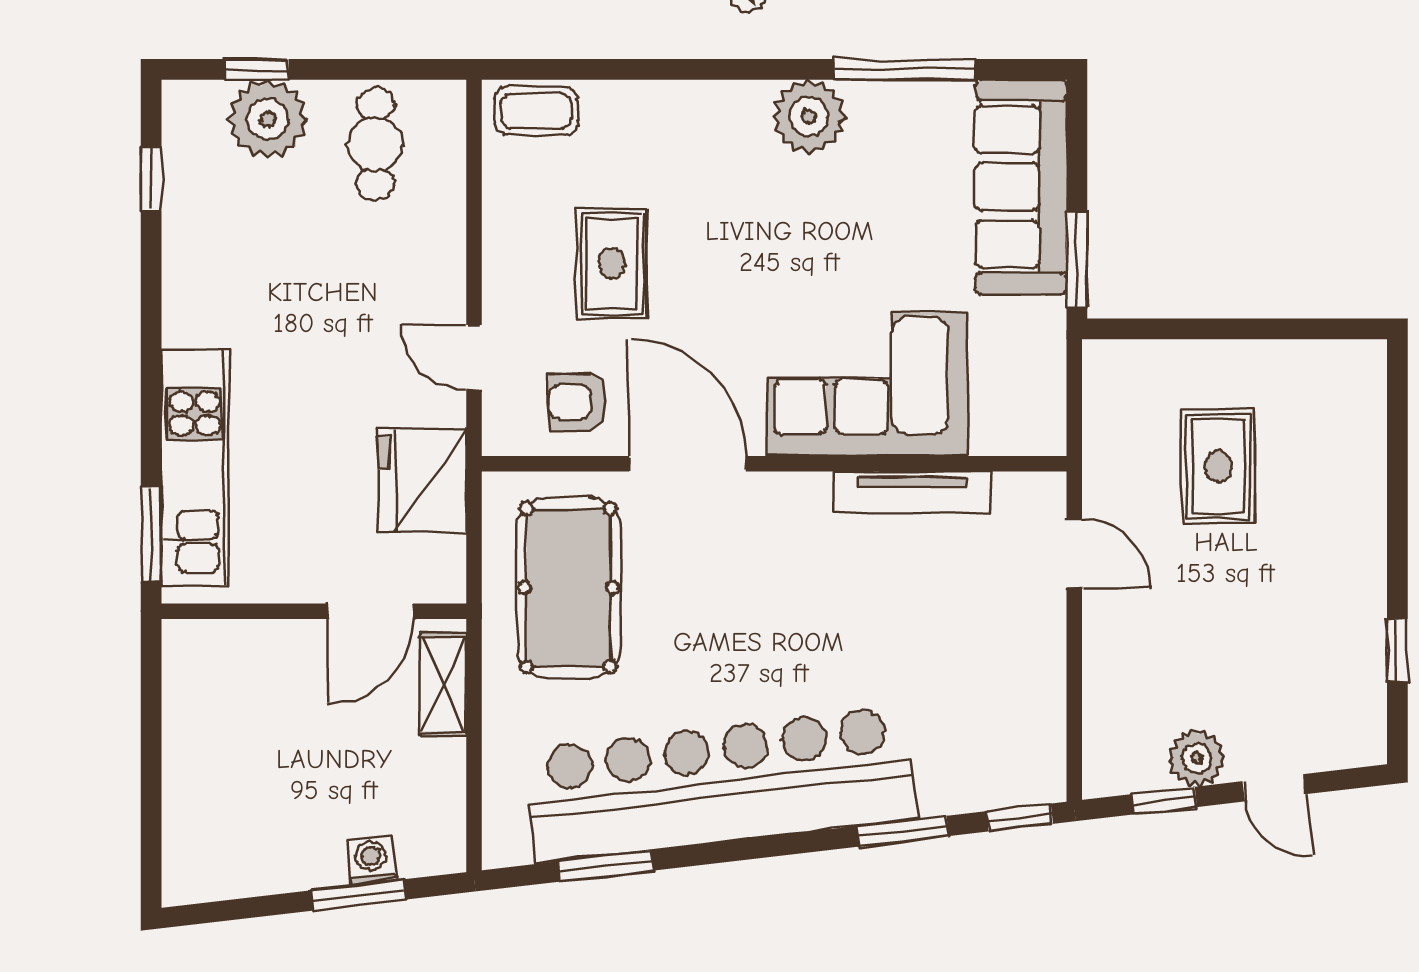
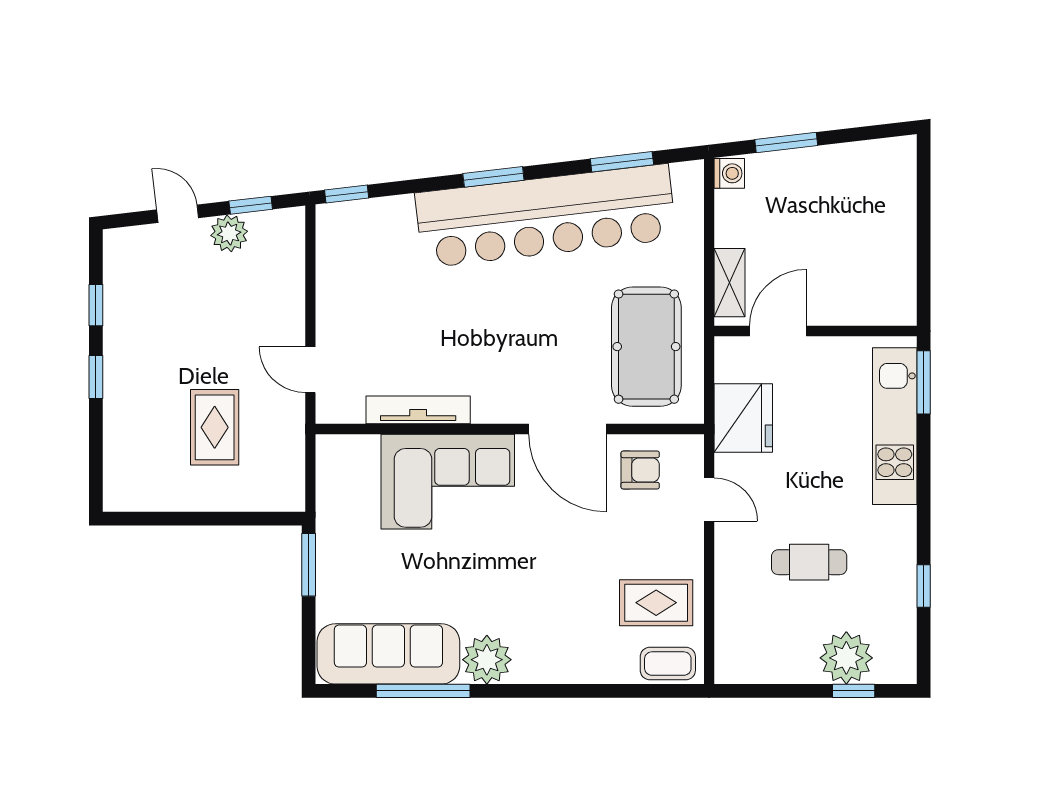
cafe table: (375, 144) -> (809, 562), moved, turned 90
window: (151, 179) -> (924, 586), moved
sofa: (1021, 187) -> (388, 654), moved, turned -90
rug: (612, 263) -> (656, 603), moved, turned 90
window: (1397, 542) -> (96, 377), added
window: (902, 831) -> (493, 177), moved
washing machine: (371, 860) -> (729, 173), moved, turned -83

